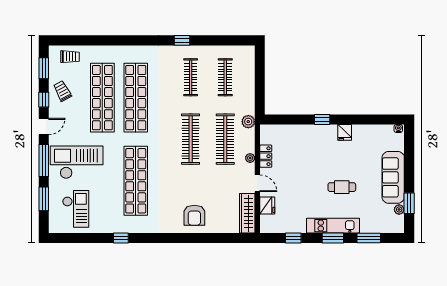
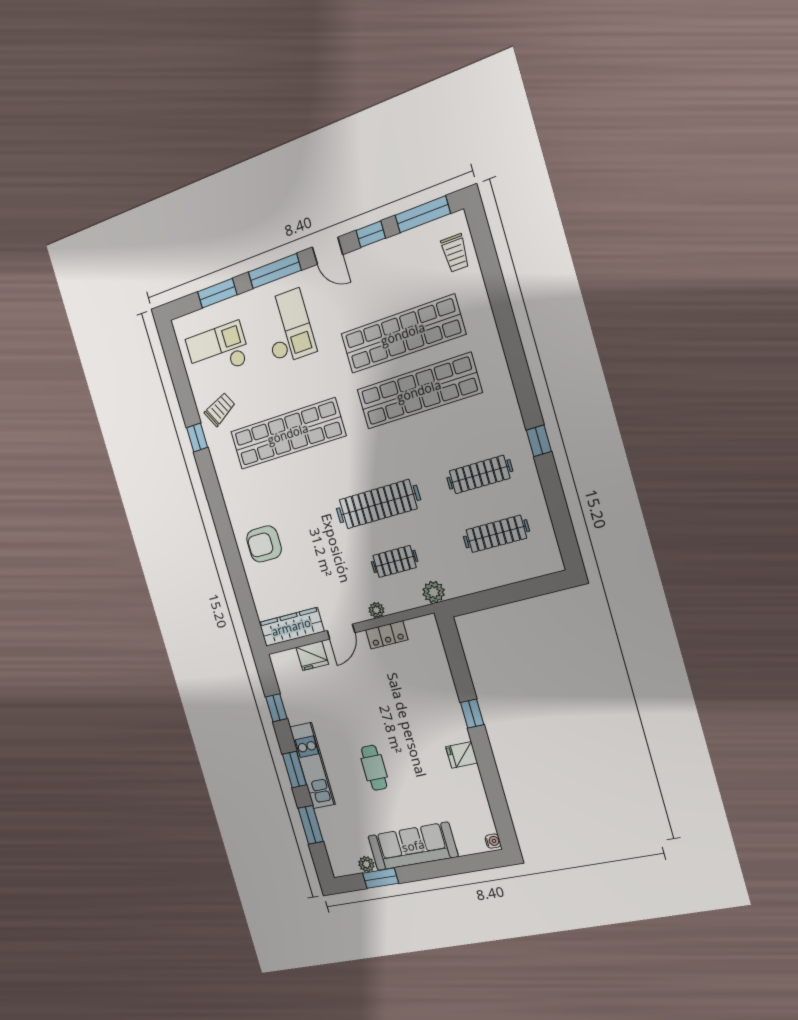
window: (44, 68) -> (423, 214), width x1.44
trolley: (62, 91) -> (220, 409), moved
clothes rail: (225, 139) -> (394, 562), width x0.54, depth x0.76
checkout: (77, 162) -> (288, 327), width x0.73, depth x0.83
checkout: (76, 209) -> (218, 351), turned 180

